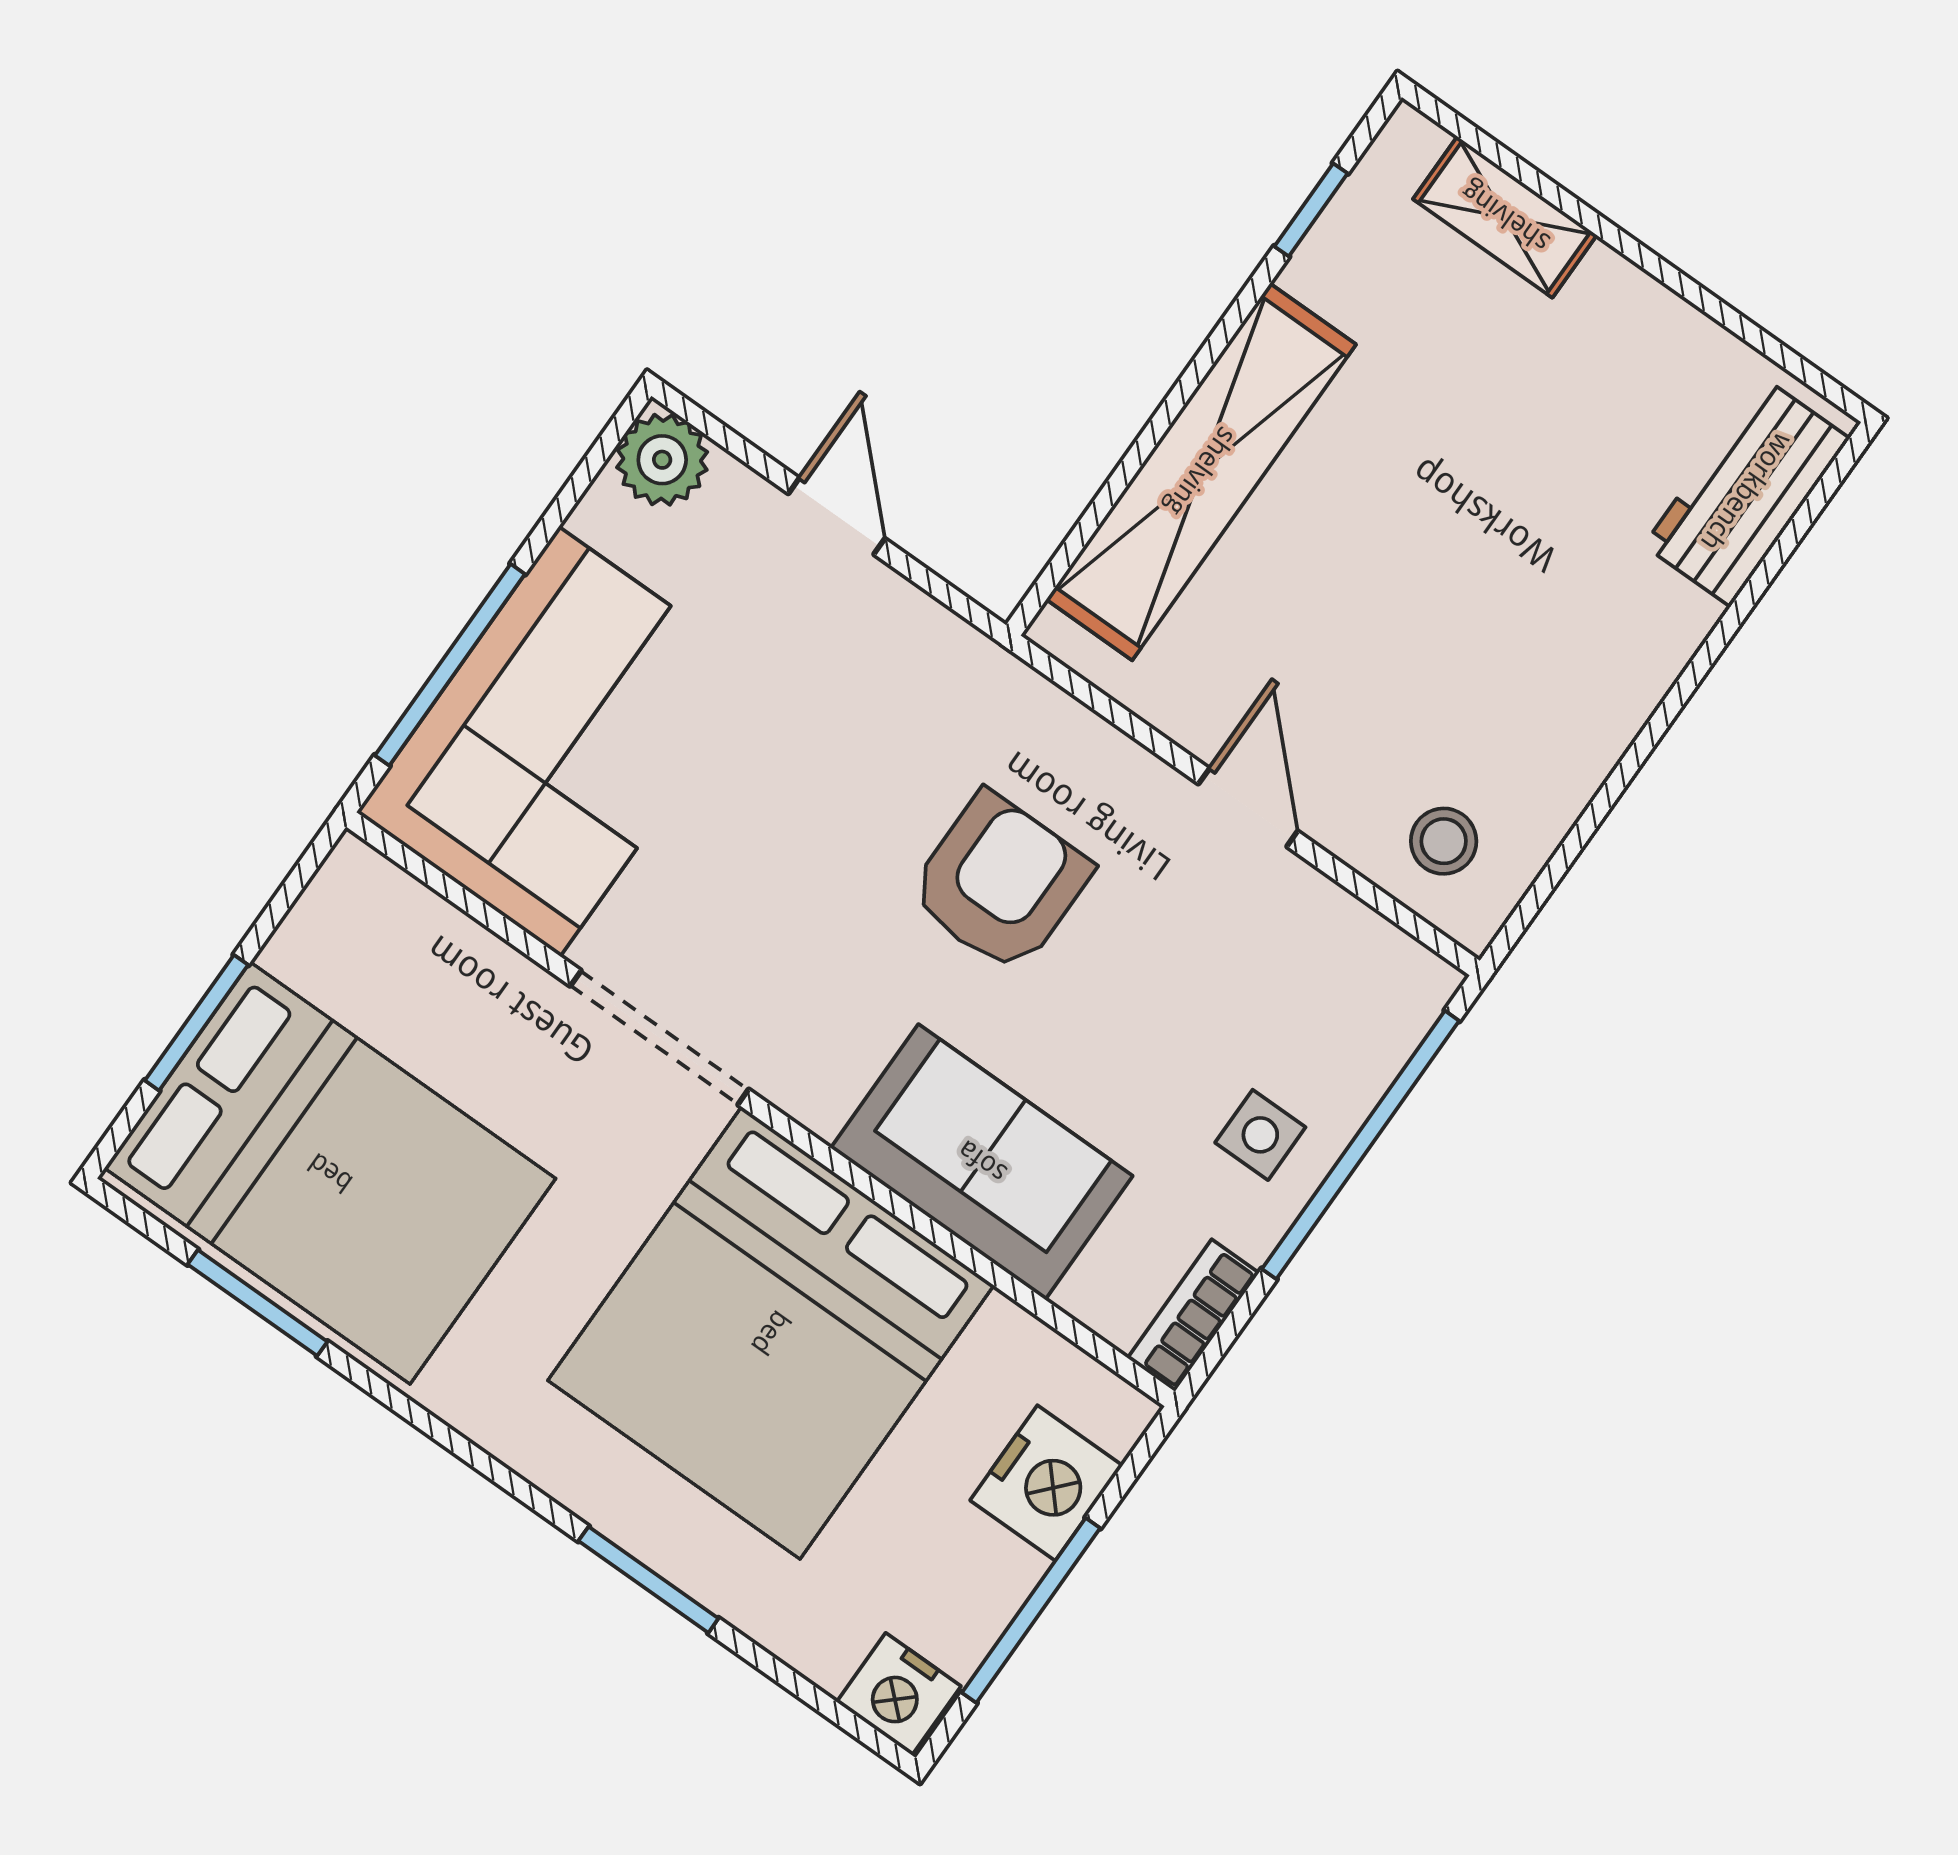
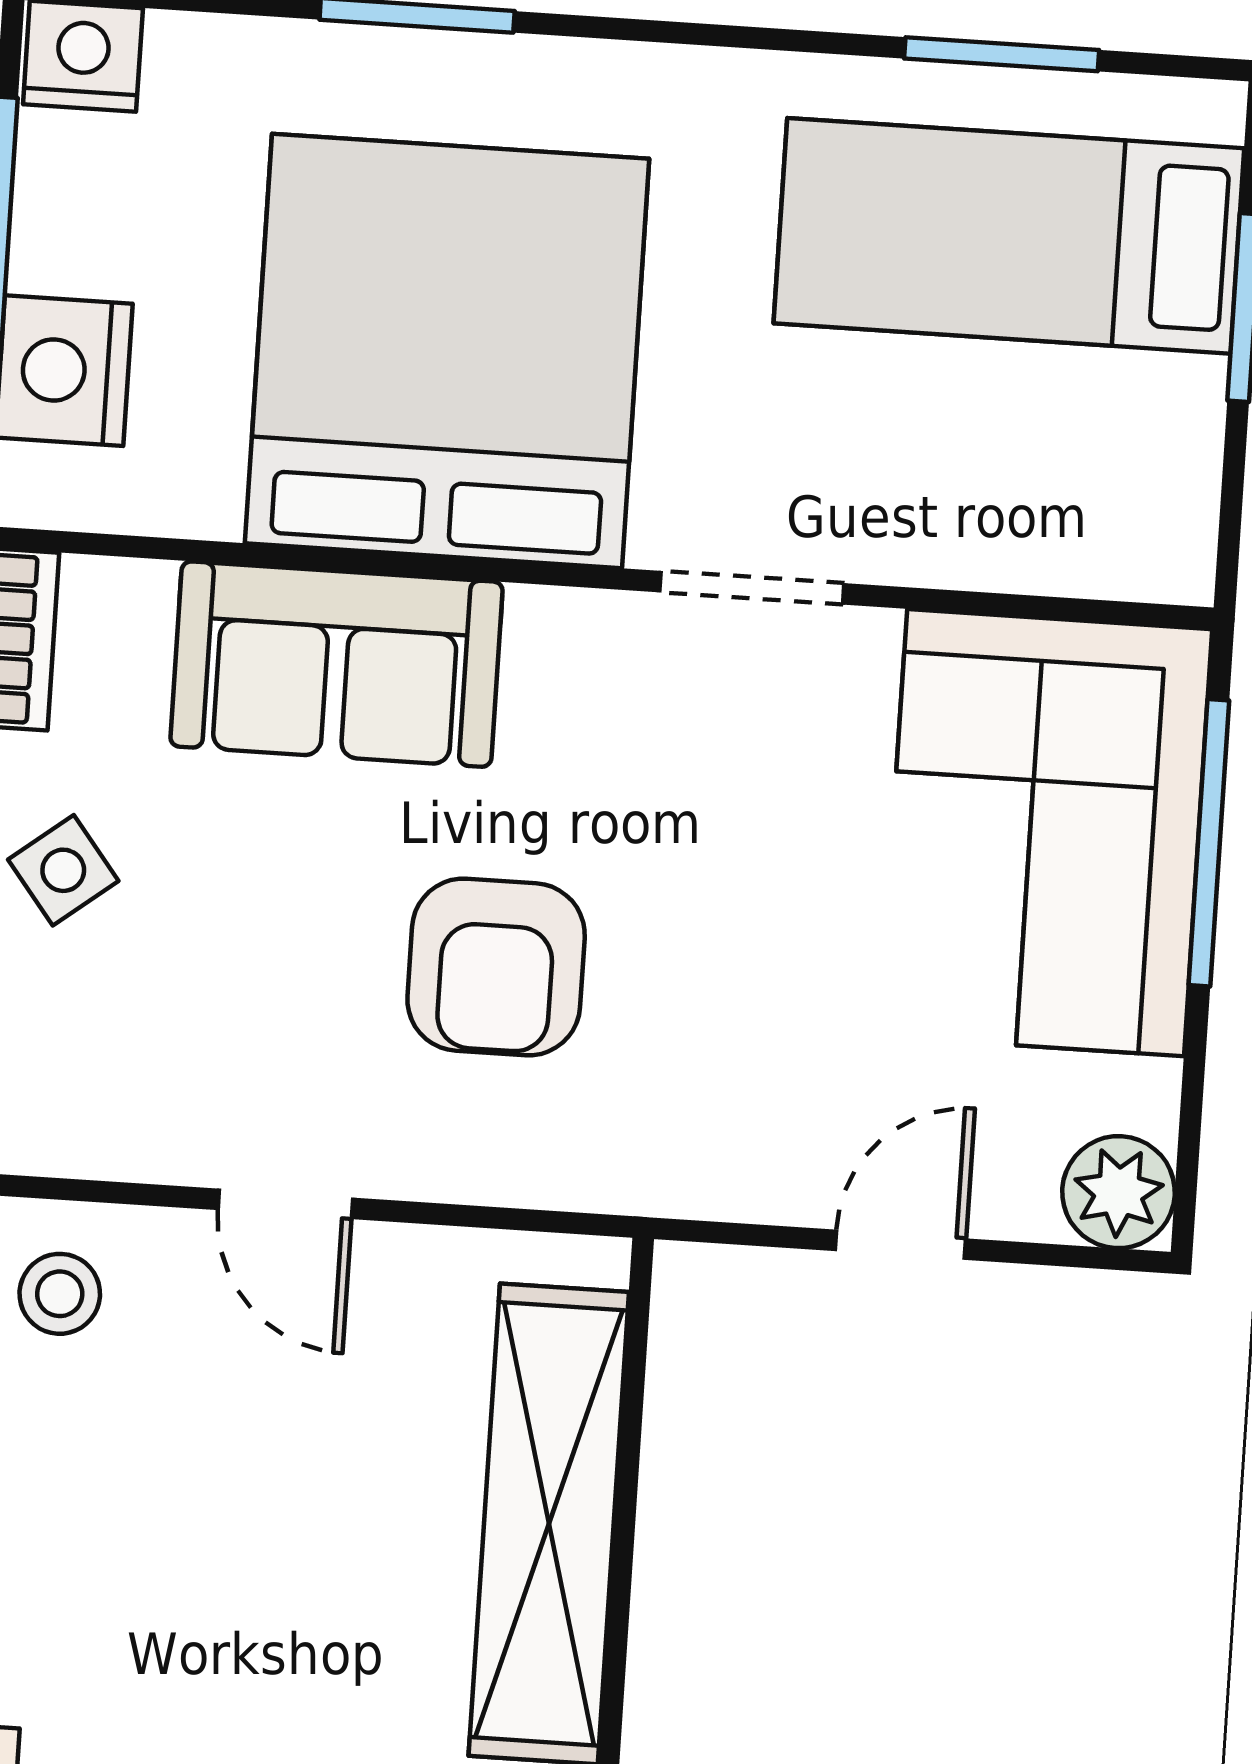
door: (837, 516) -> (901, 1245), swing flipped
doorway: (659, 1038) -> (752, 588), width x0.73
side table: (1260, 1135) -> (63, 870), turned -38
bed: (330, 1173) -> (1009, 236), width x0.67

